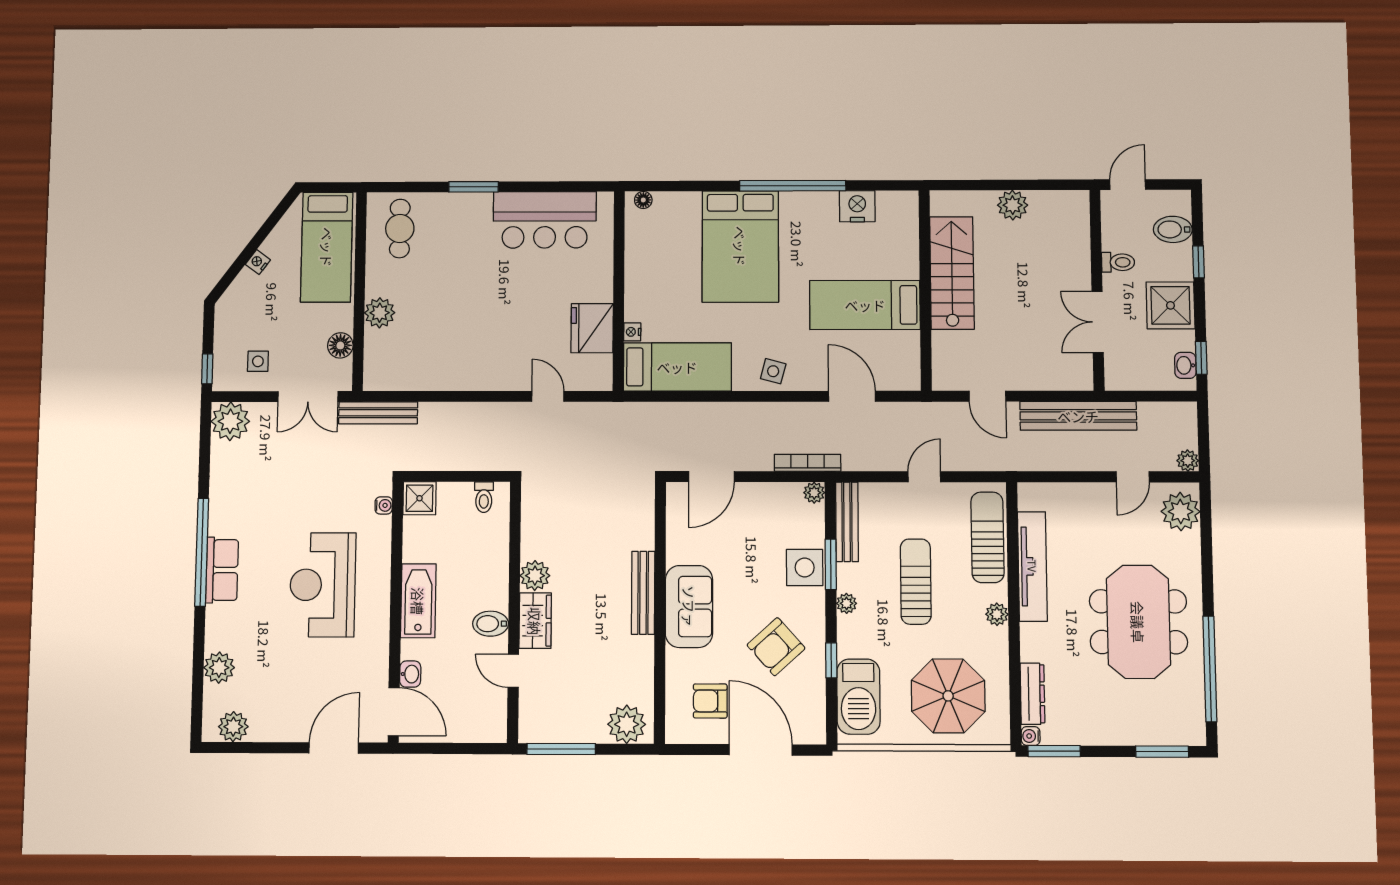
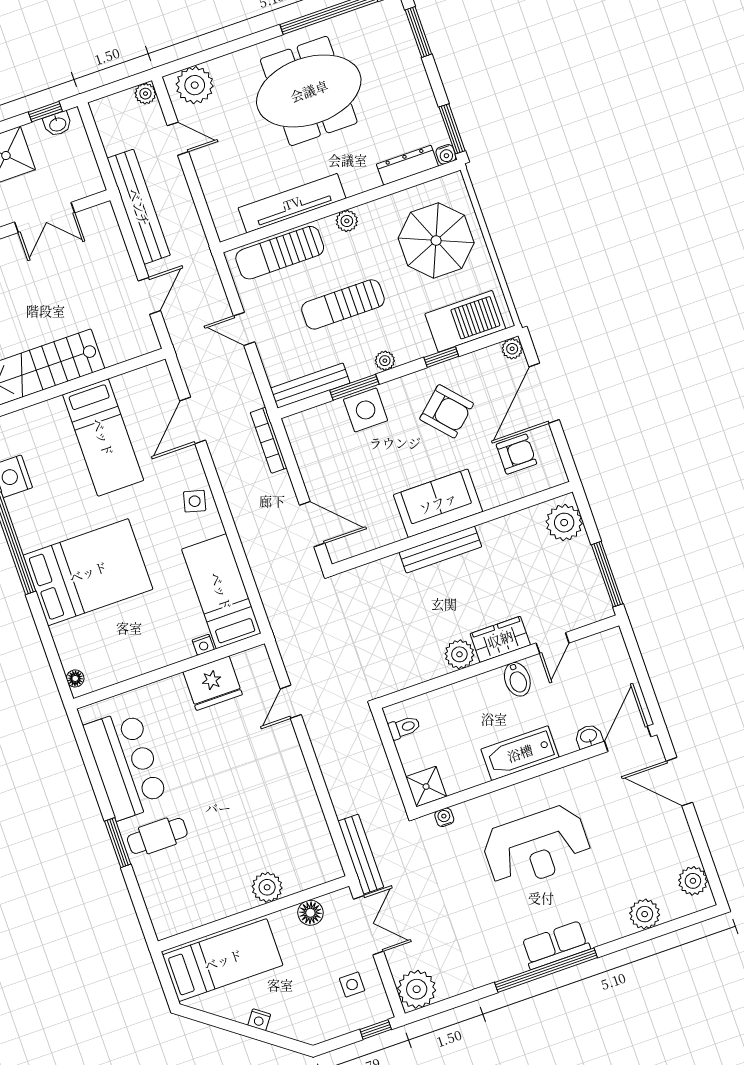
cafe table: (400, 228) -> (157, 836), moved
plant: (814, 493) -> (512, 349), moved
armchair: (710, 701) -> (516, 454), turned -90

